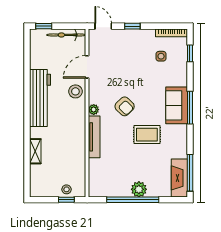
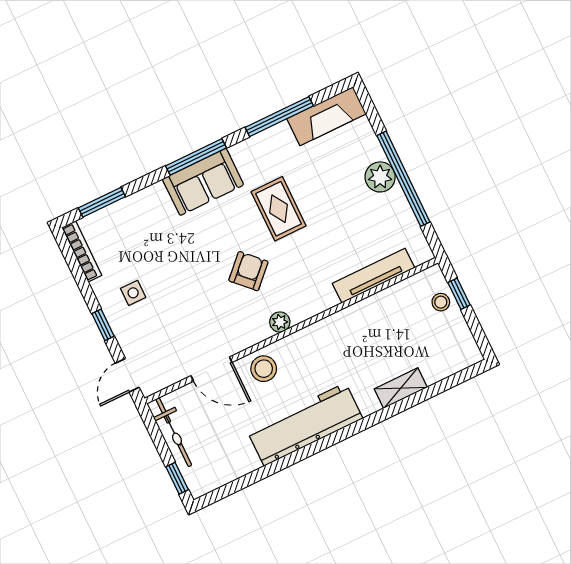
window: (190, 53) -> (102, 202), width x1.50
side table: (161, 56) -> (133, 293), moved
tv unit: (94, 137) -> (374, 276), moved
window: (190, 173) -> (279, 117), moved

